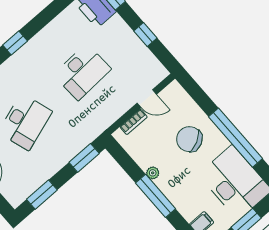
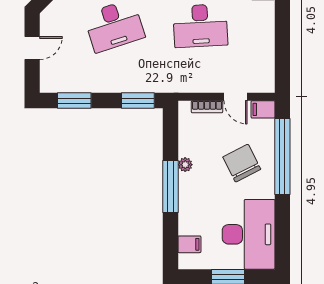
window: (145, 34) -> (282, 41), removed
filing cabinet: (172, 91) -> (263, 109), added
window: (235, 138) -> (282, 156), moved

